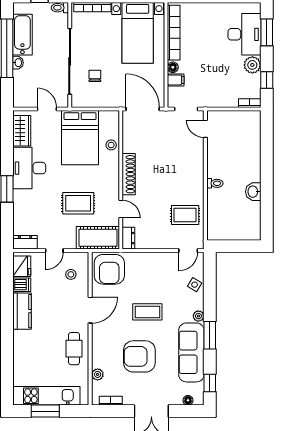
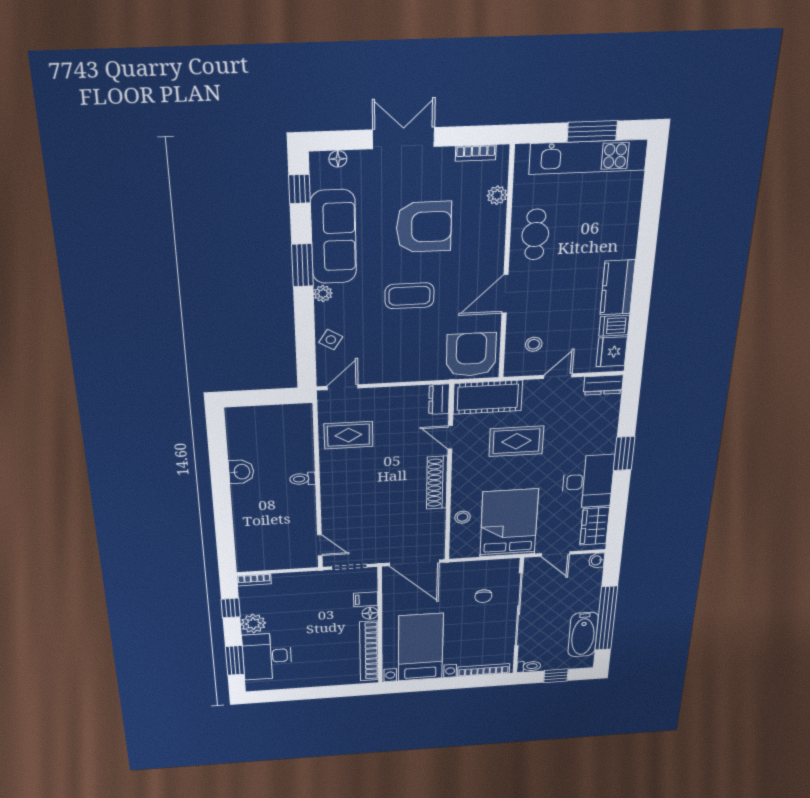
washbasin: (18, 63) -> (597, 560), moved

